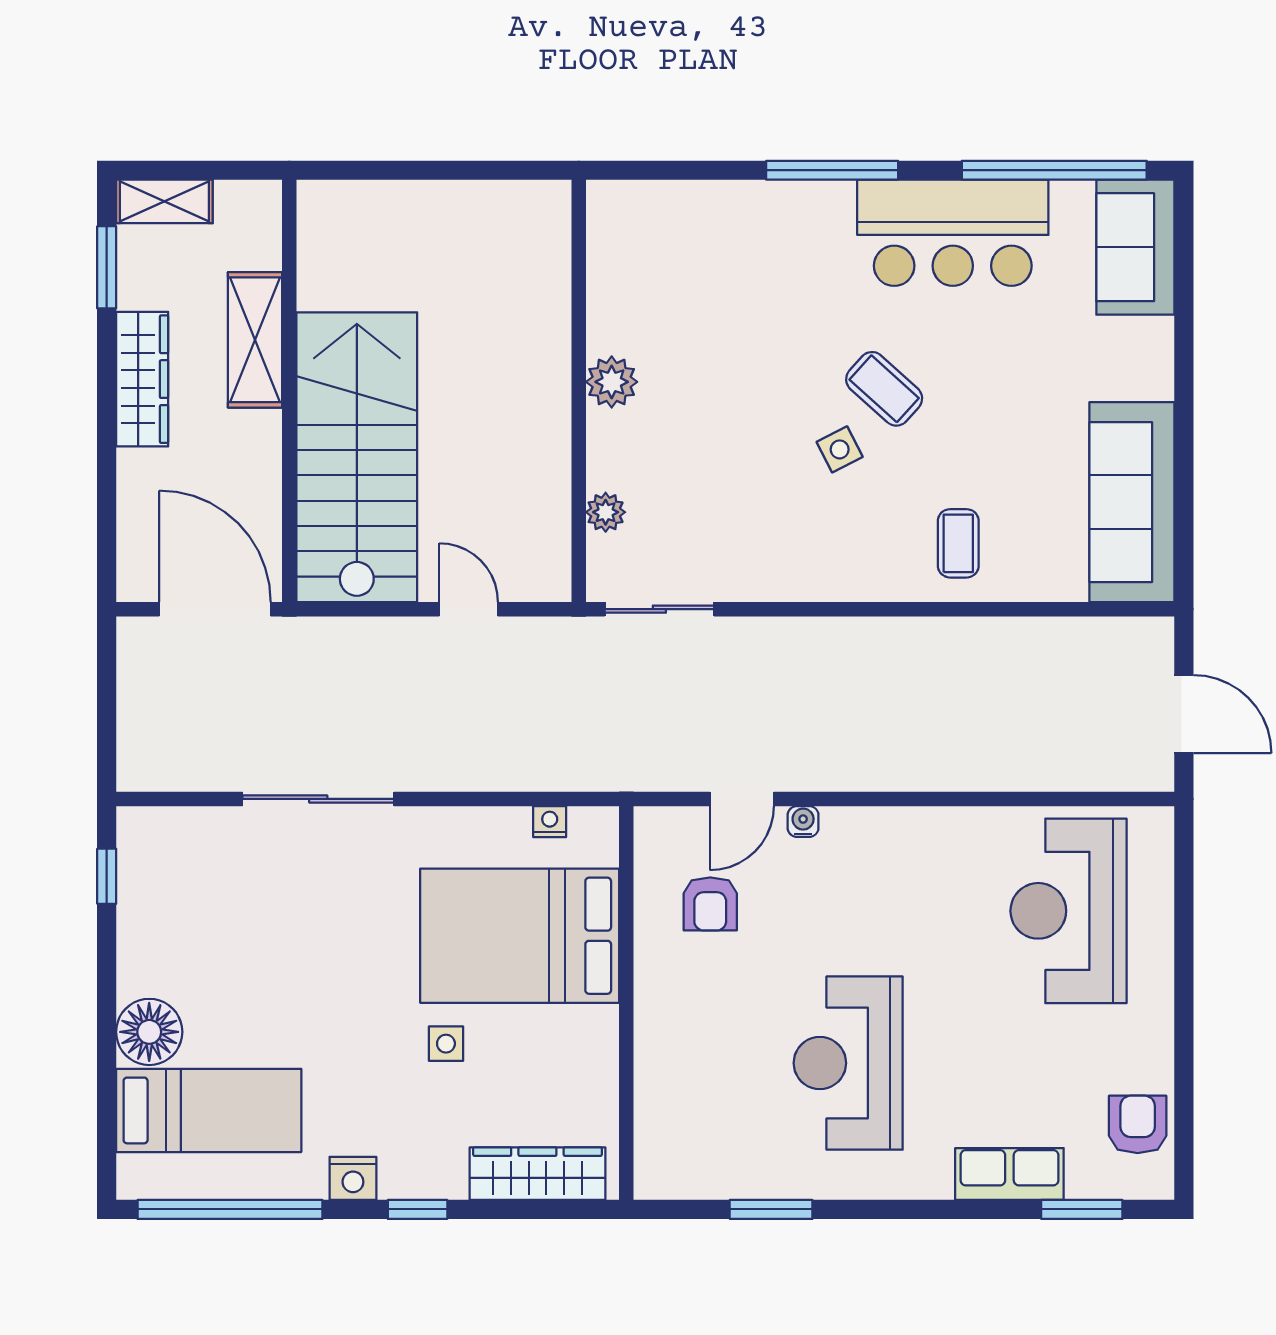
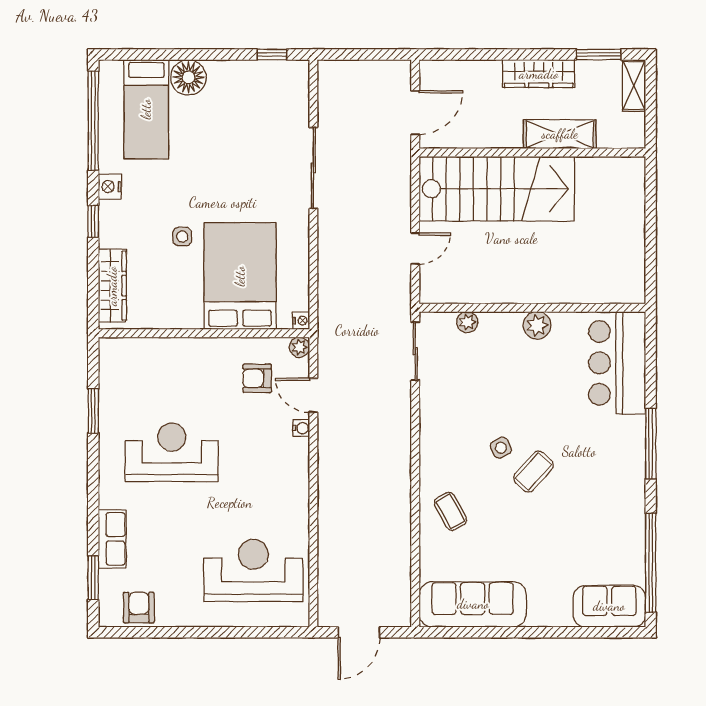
bar counter: (953, 233) -> (617, 363), moved
coffee table: (958, 543) -> (450, 511), turned 61
door: (215, 609) -> (415, 113), width x0.73
nightstand: (550, 822) -> (301, 321), moved
plant: (652, 825) -> (299, 347), added
armchair: (1138, 1124) -> (139, 608), turned -90

